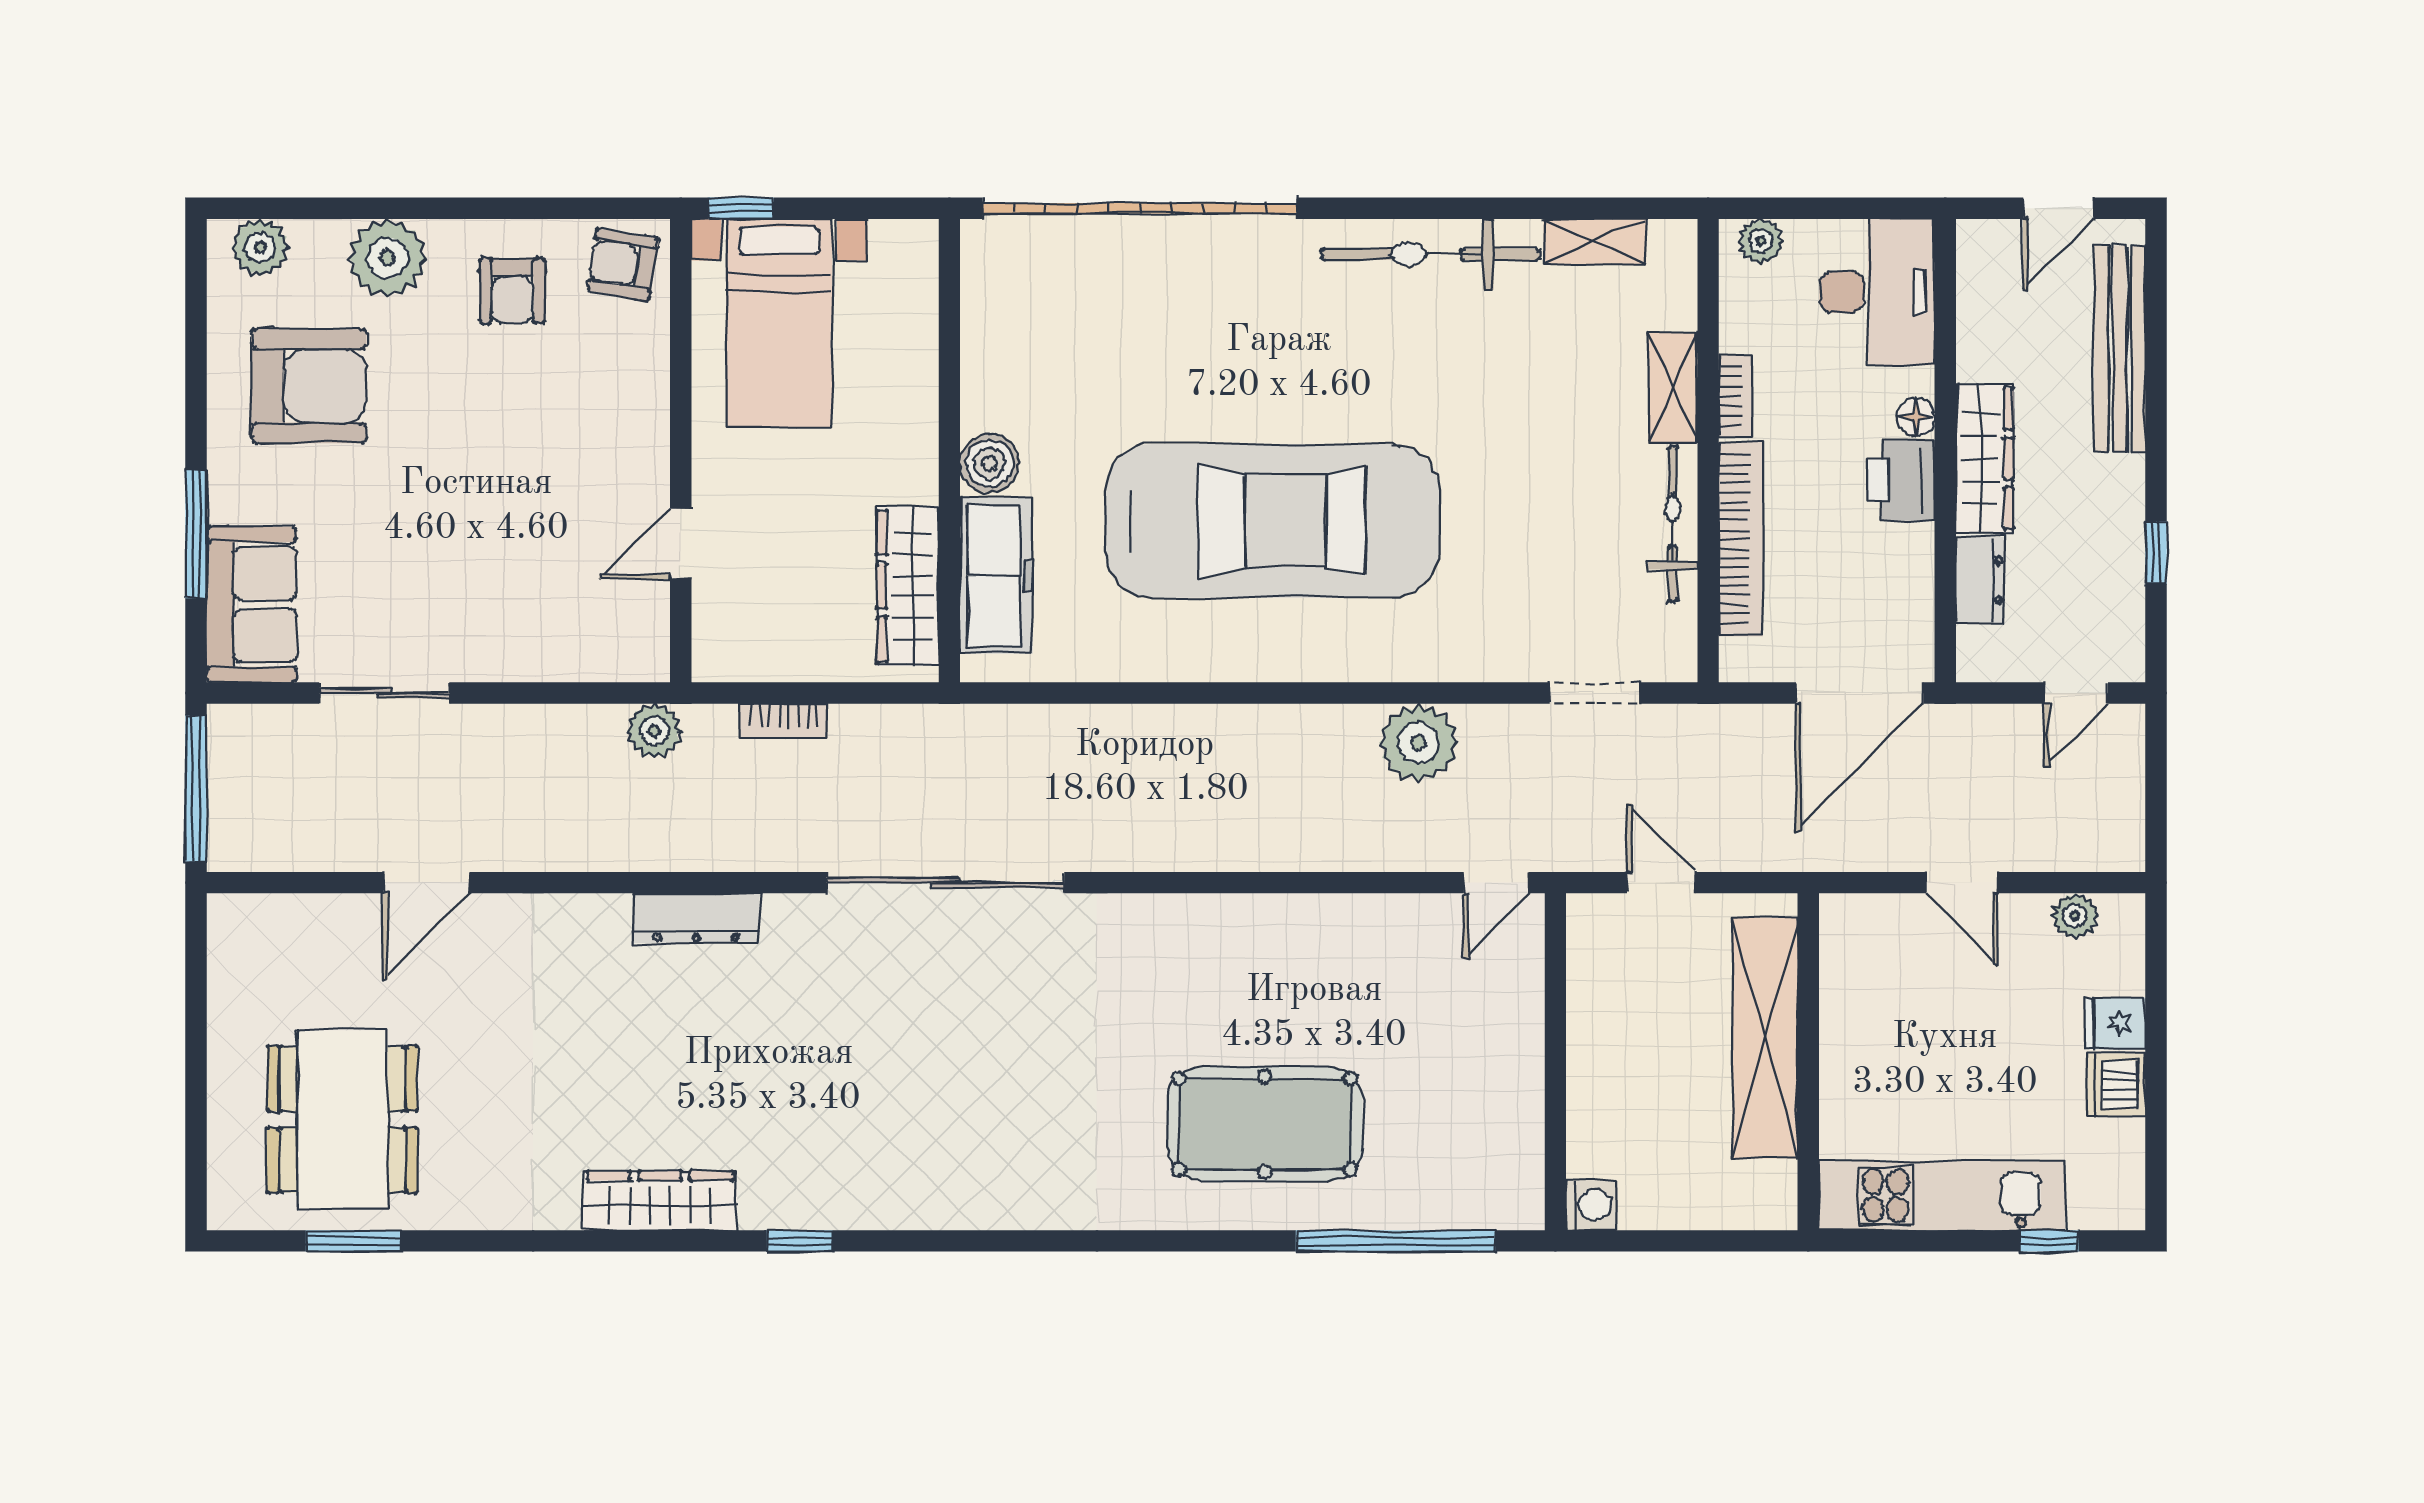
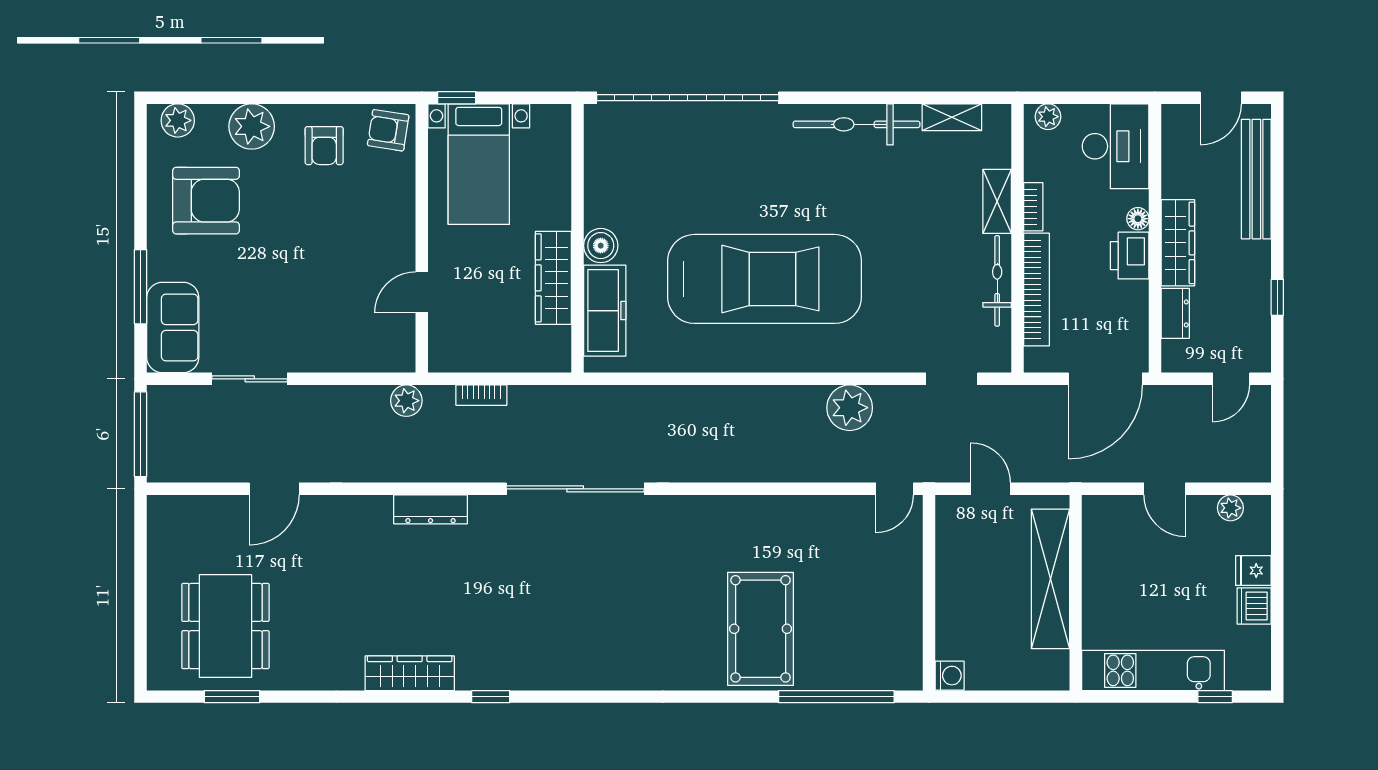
wardrobe: (908, 586) -> (553, 278), moved
pool table: (1265, 1124) -> (761, 629), turned 90

